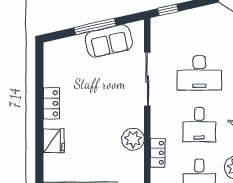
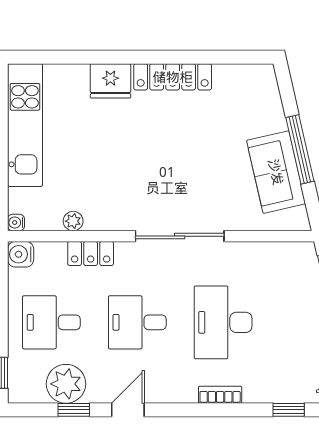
sliding door: (147, 79) -> (180, 236), moved
locker: (51, 103) -> (173, 77), width x1.53
plant: (133, 139) -> (73, 221), moved, width x0.53, depth x0.53

